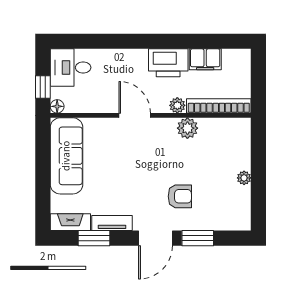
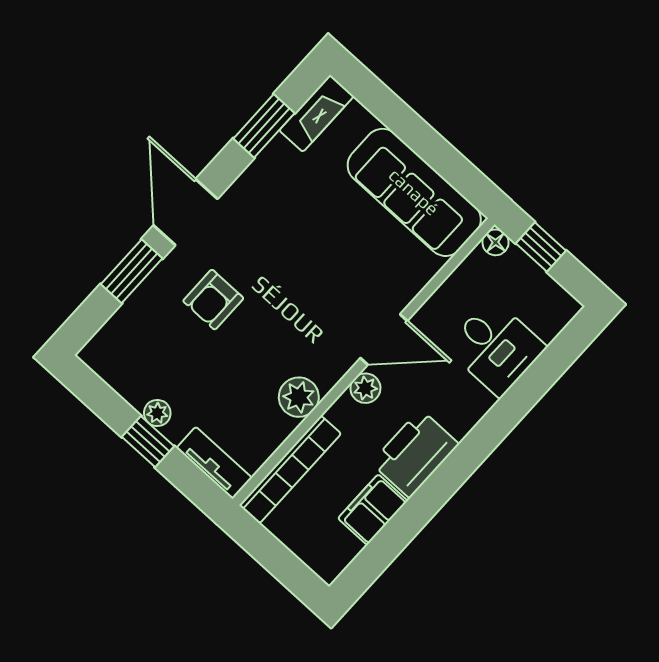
desk: (71, 67) -> (496, 347), moved, turned 90
plant: (177, 105) -> (365, 388), moved
window: (258, 171) -> (148, 442), added
tv unit: (112, 223) -> (214, 463), moved, turned -90

